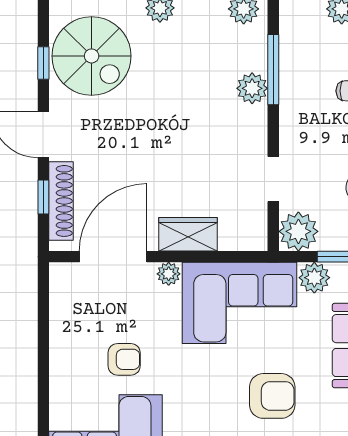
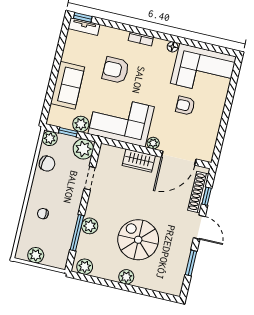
spiral stairs: (92, 56) -> (138, 240), moved
window: (43, 63) -> (191, 263), width x1.50

